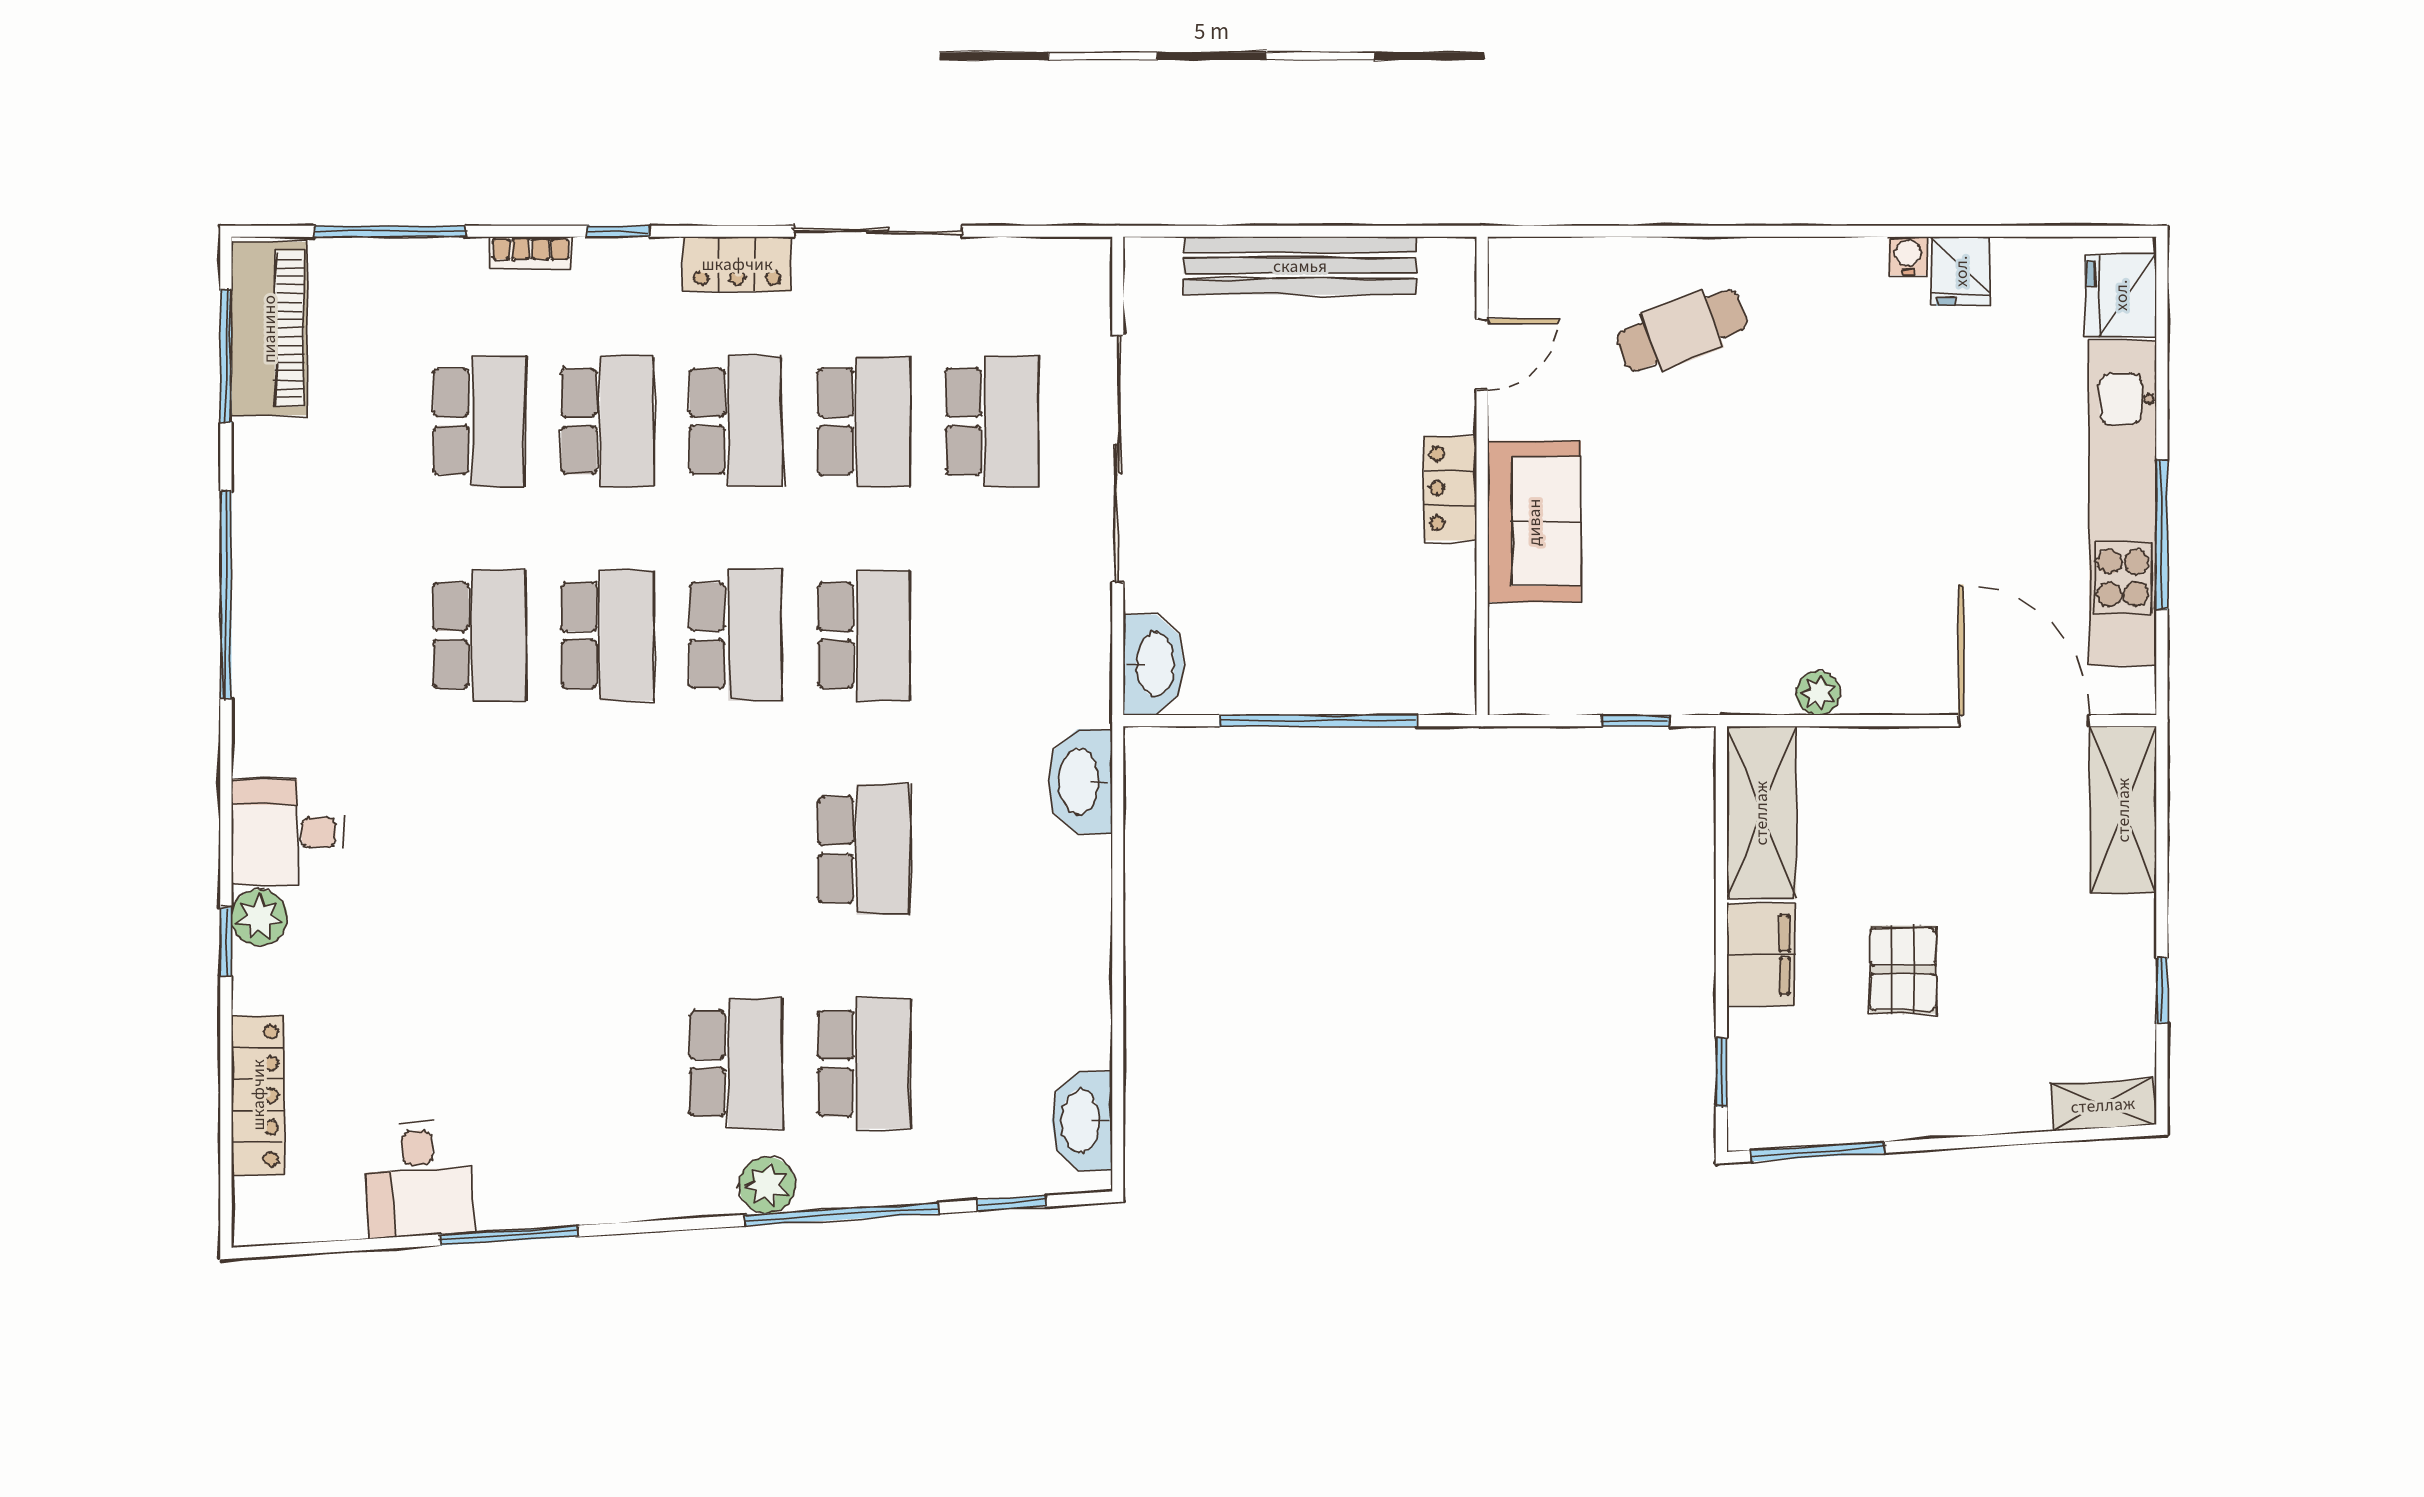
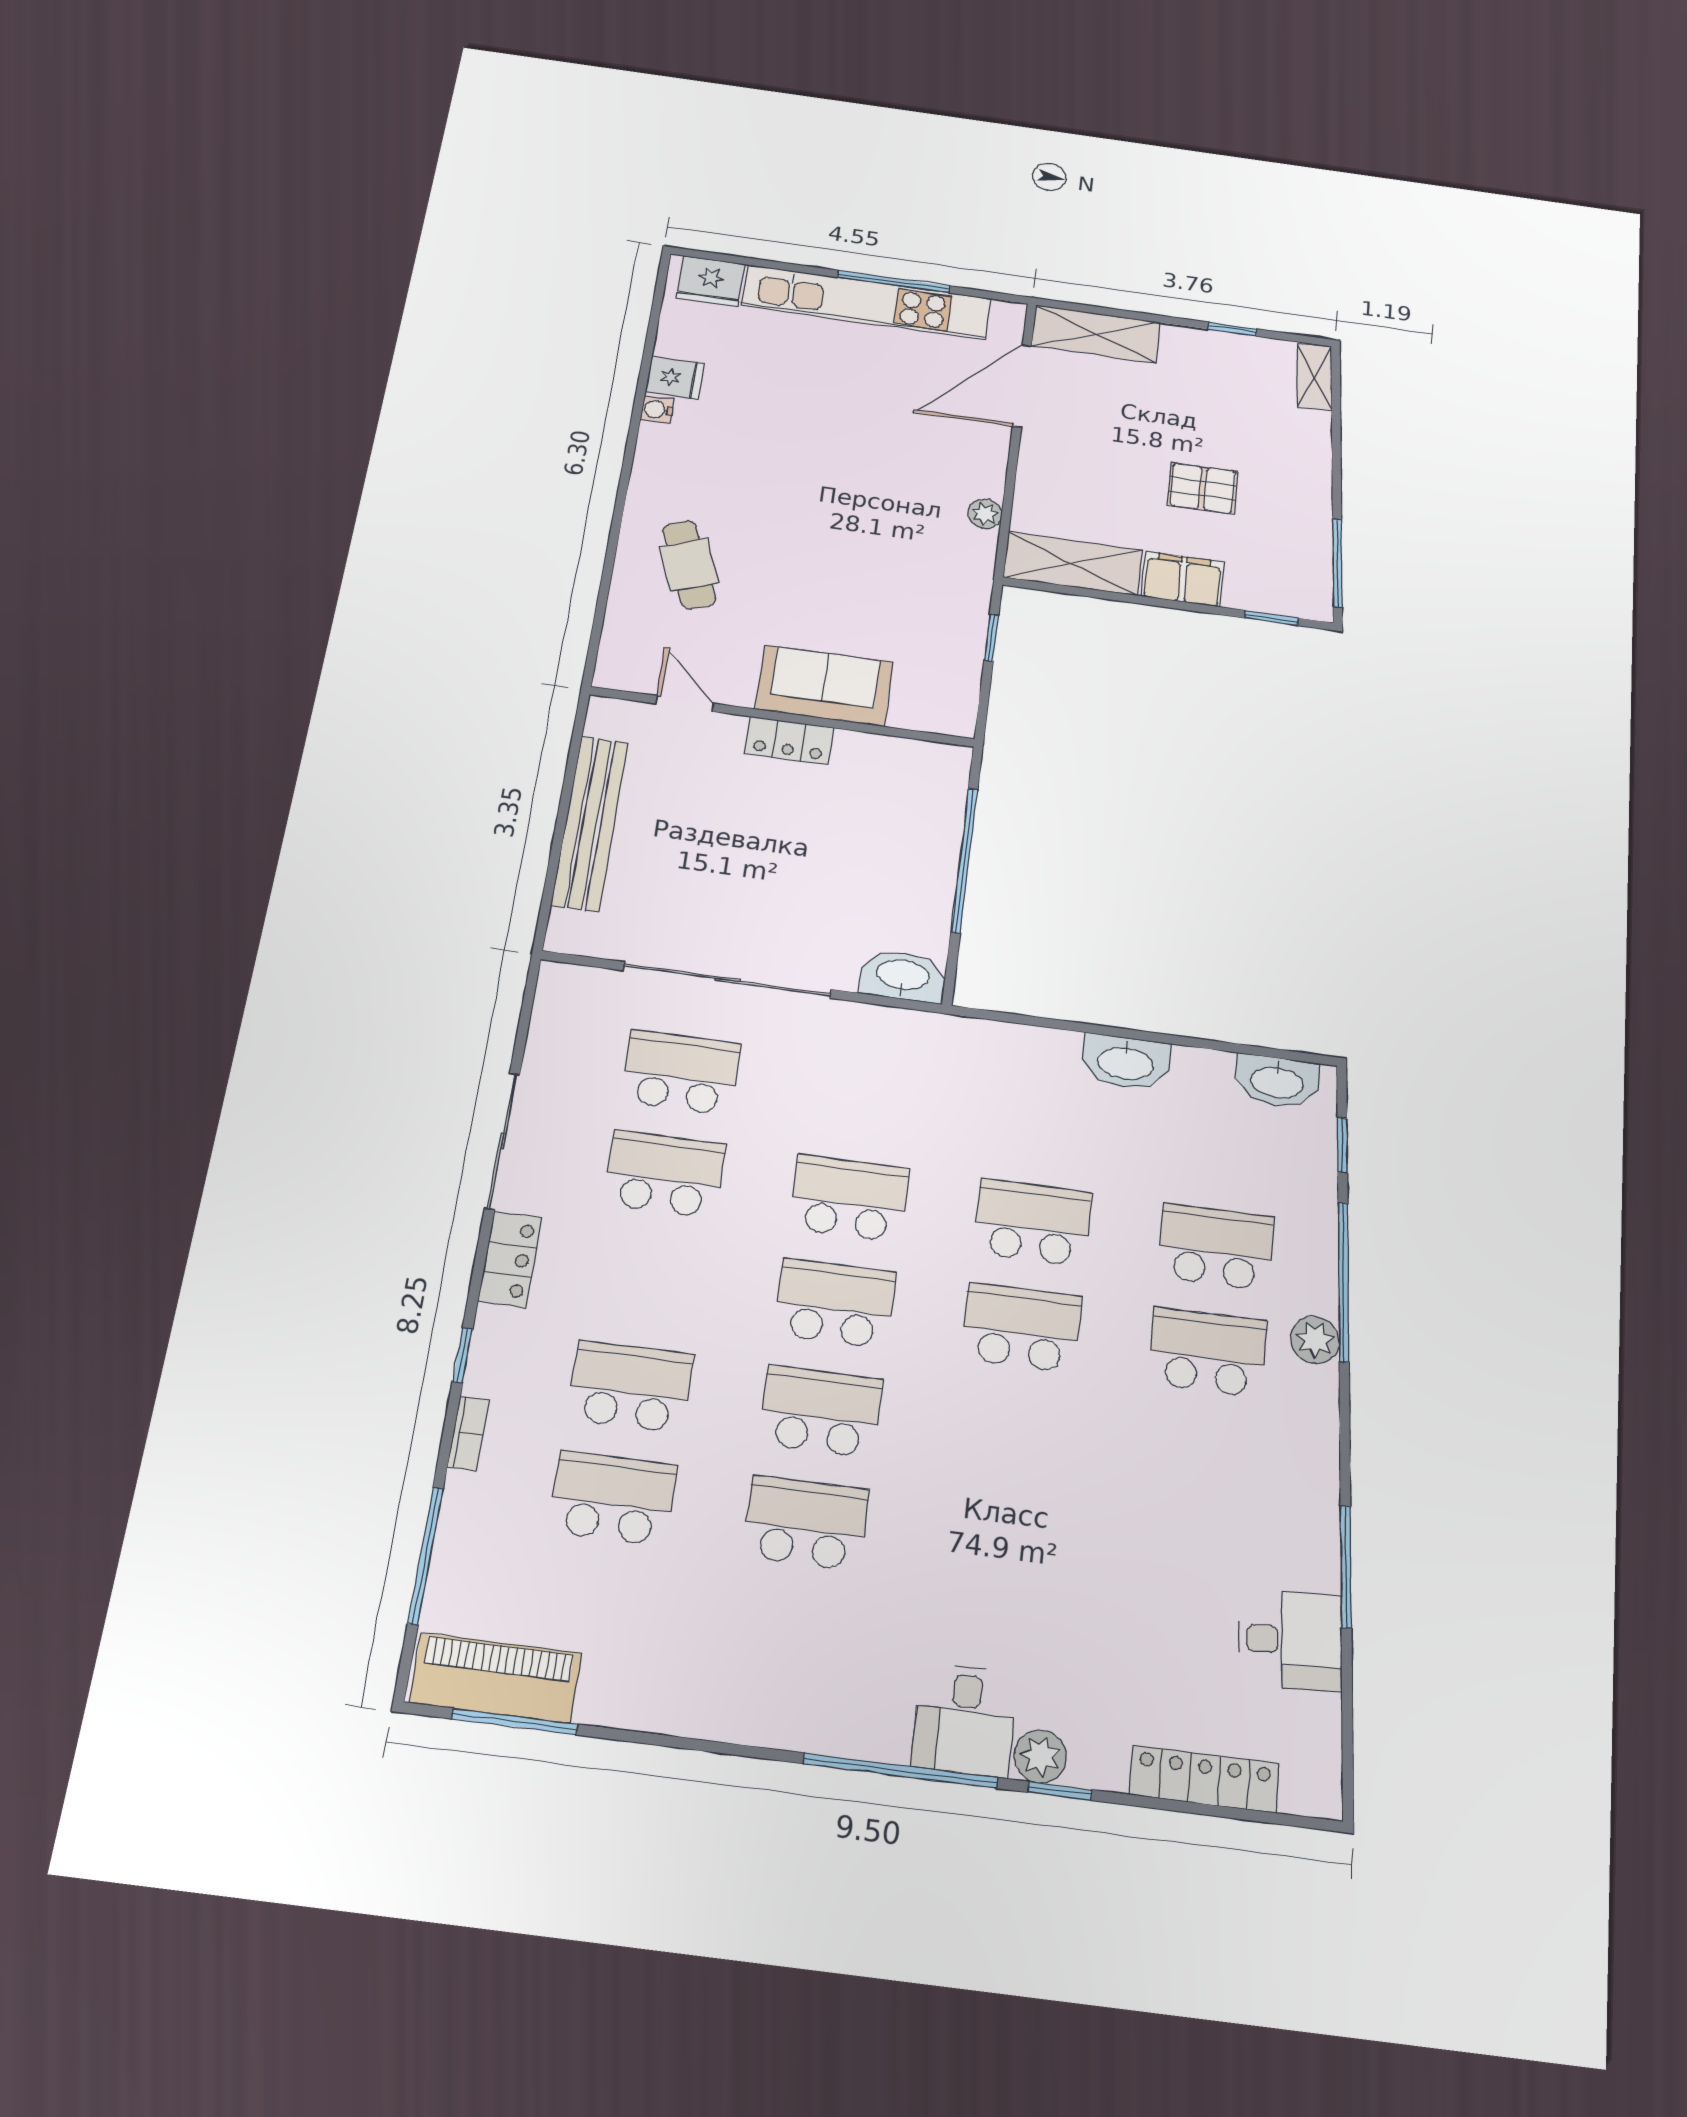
school desk: (736, 421) -> (1022, 1328), moved
window: (226, 595) -> (900, 1771), moved
washbasin: (1080, 781) -> (1126, 1062), moved

